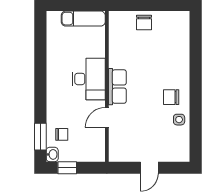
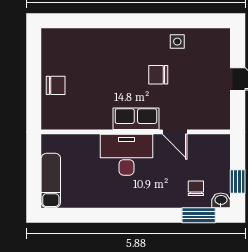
exam couch: (83, 19) -> (51, 180), moved
chair: (171, 97) -> (158, 75), moved, turned 90

